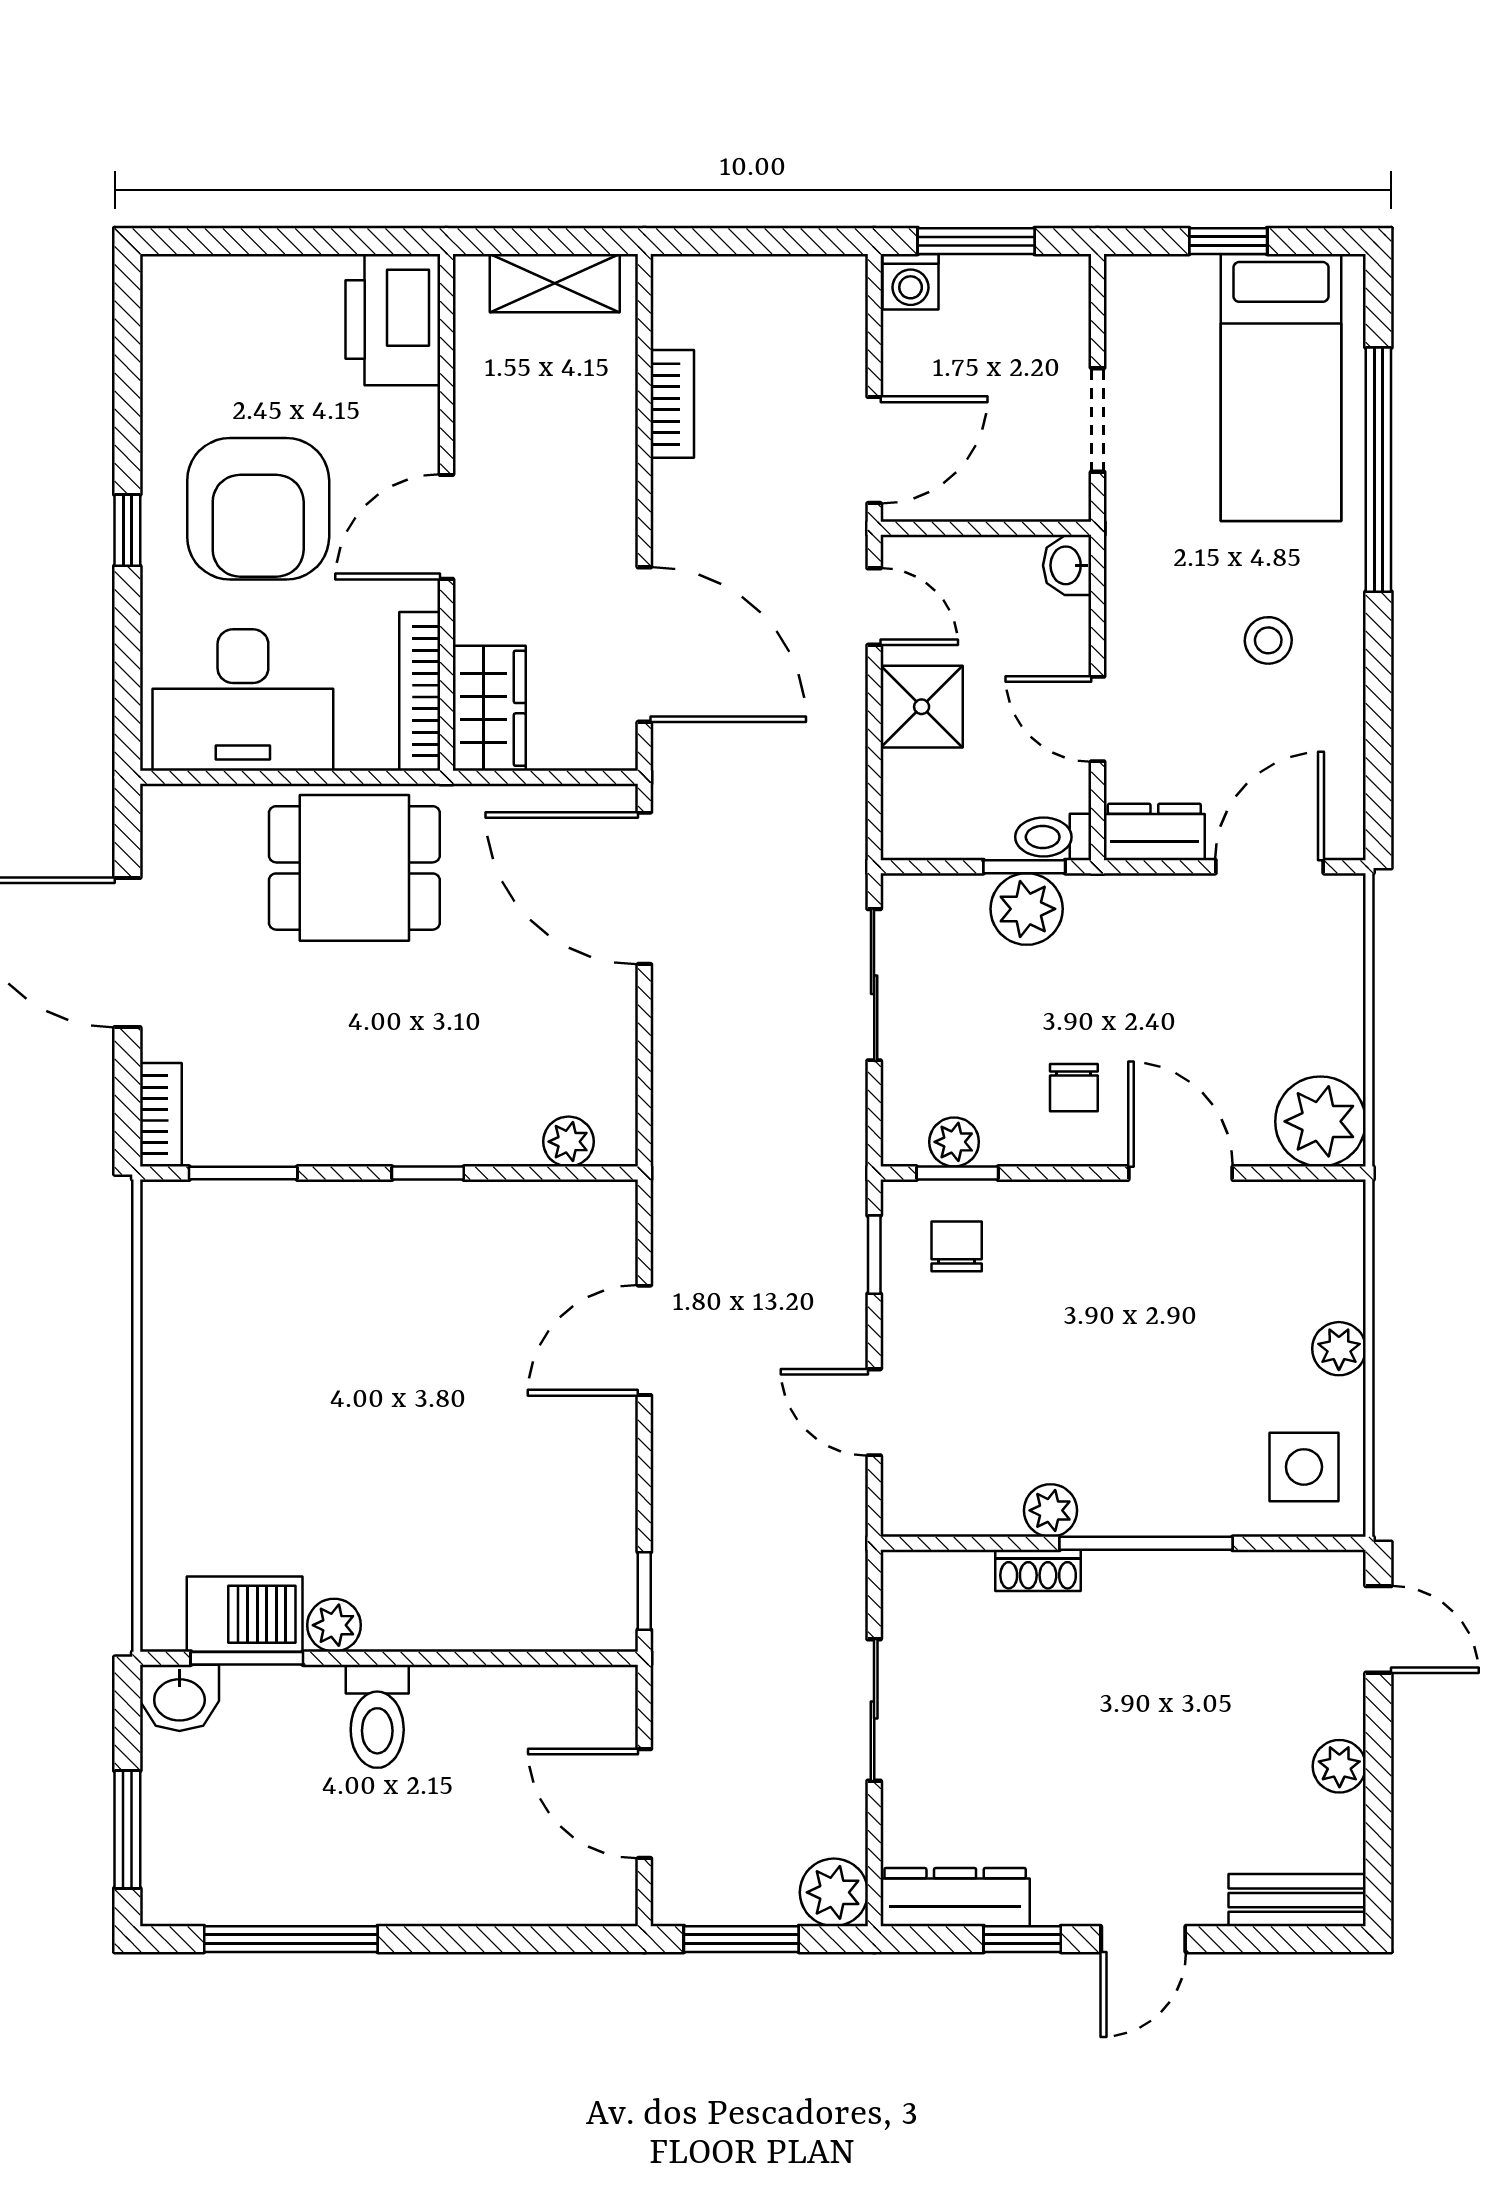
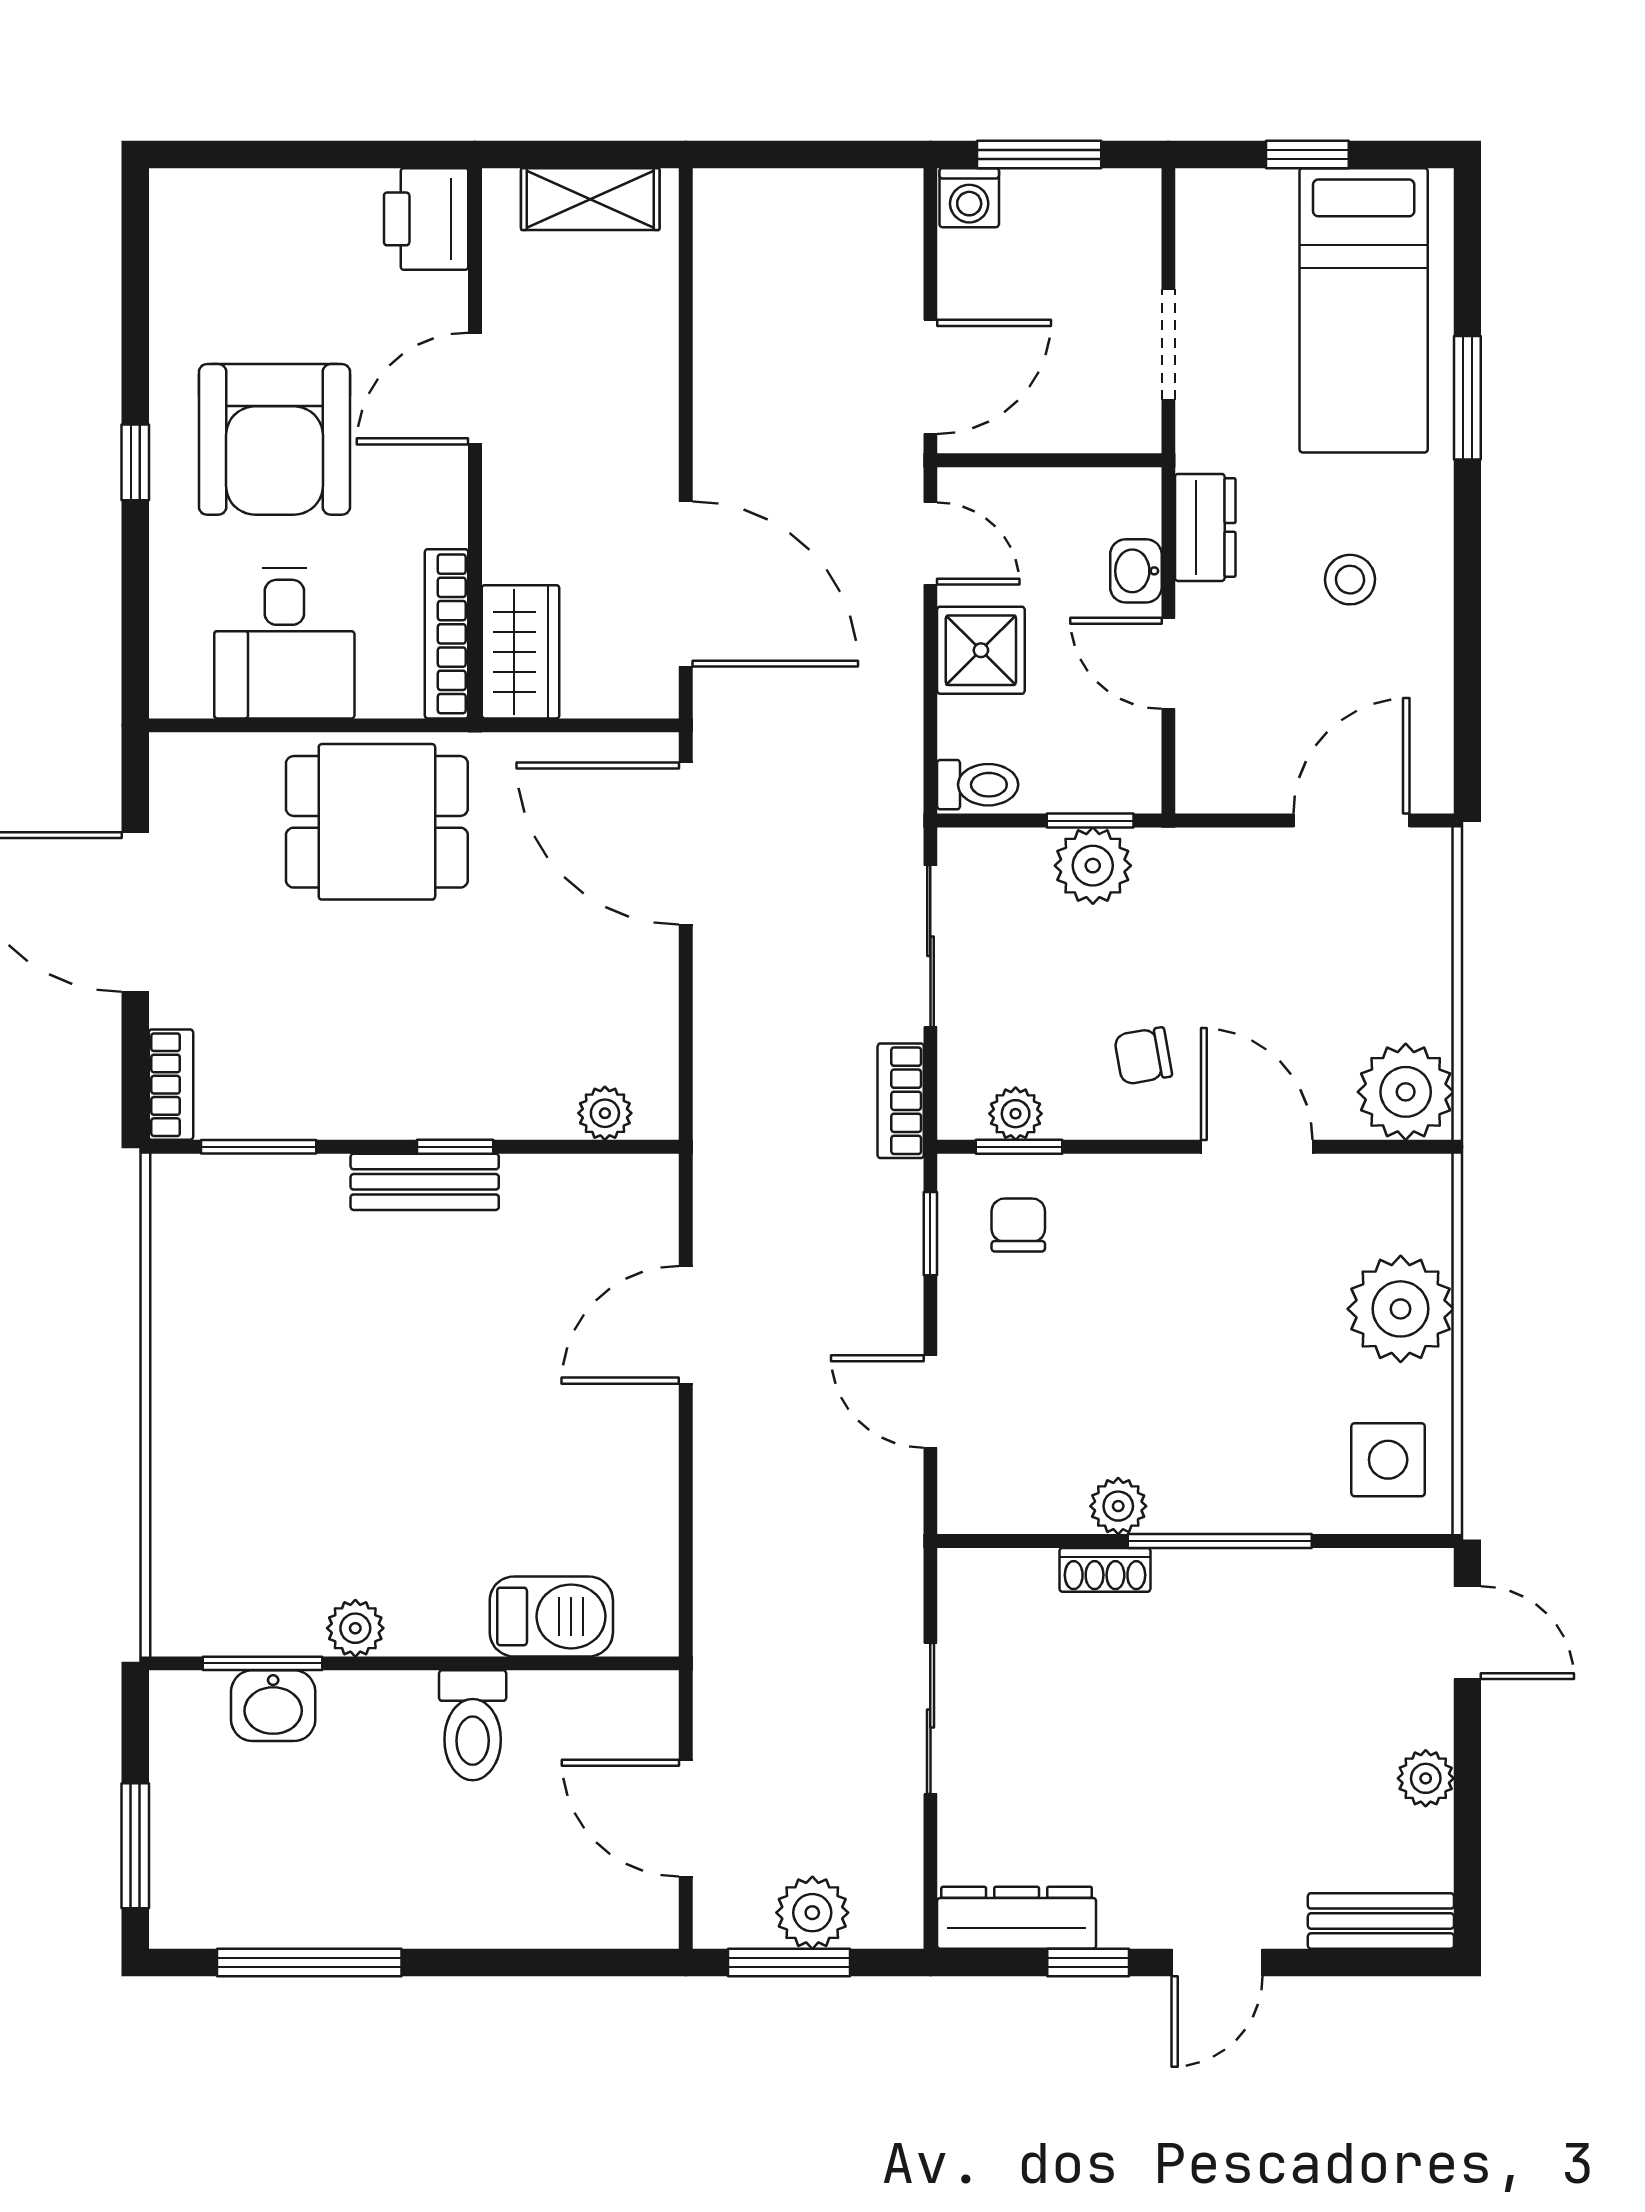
printer: (393, 320) -> (426, 219), width x0.73, depth x0.84
bookcase: (672, 404) -> (901, 1101), moved, turned 180
window: (1378, 470) -> (1467, 398), width x0.47
door: (446, 527) -> (475, 389), moved
washbasin: (1067, 565) -> (1136, 571), moved
desk: (243, 700) -> (284, 643), width x0.73
dresser: (1154, 832) -> (1205, 527), moved, turned 90
toilet: (1053, 837) -> (978, 785), moved, turned 180
chair: (1074, 1088) -> (1143, 1056), turned 80
bench: (399, 1206) -> (425, 1182), added
plant: (1339, 1349) -> (1401, 1309), width x1.88, depth x1.88
window: (644, 1591) -> (686, 1592), removed
barbecue: (245, 1614) -> (551, 1616), moved
washbasin: (179, 1698) -> (273, 1706), moved
toilet: (377, 1716) -> (473, 1725), moved
plant: (834, 1892) -> (812, 1913), moved

